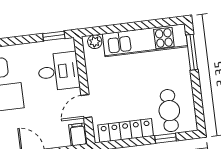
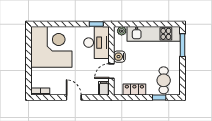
desk: (59, 71) -> (96, 43), width x1.37
water cooler: (96, 82) -> (119, 57), added
locker: (126, 130) -> (134, 89), width x0.66

